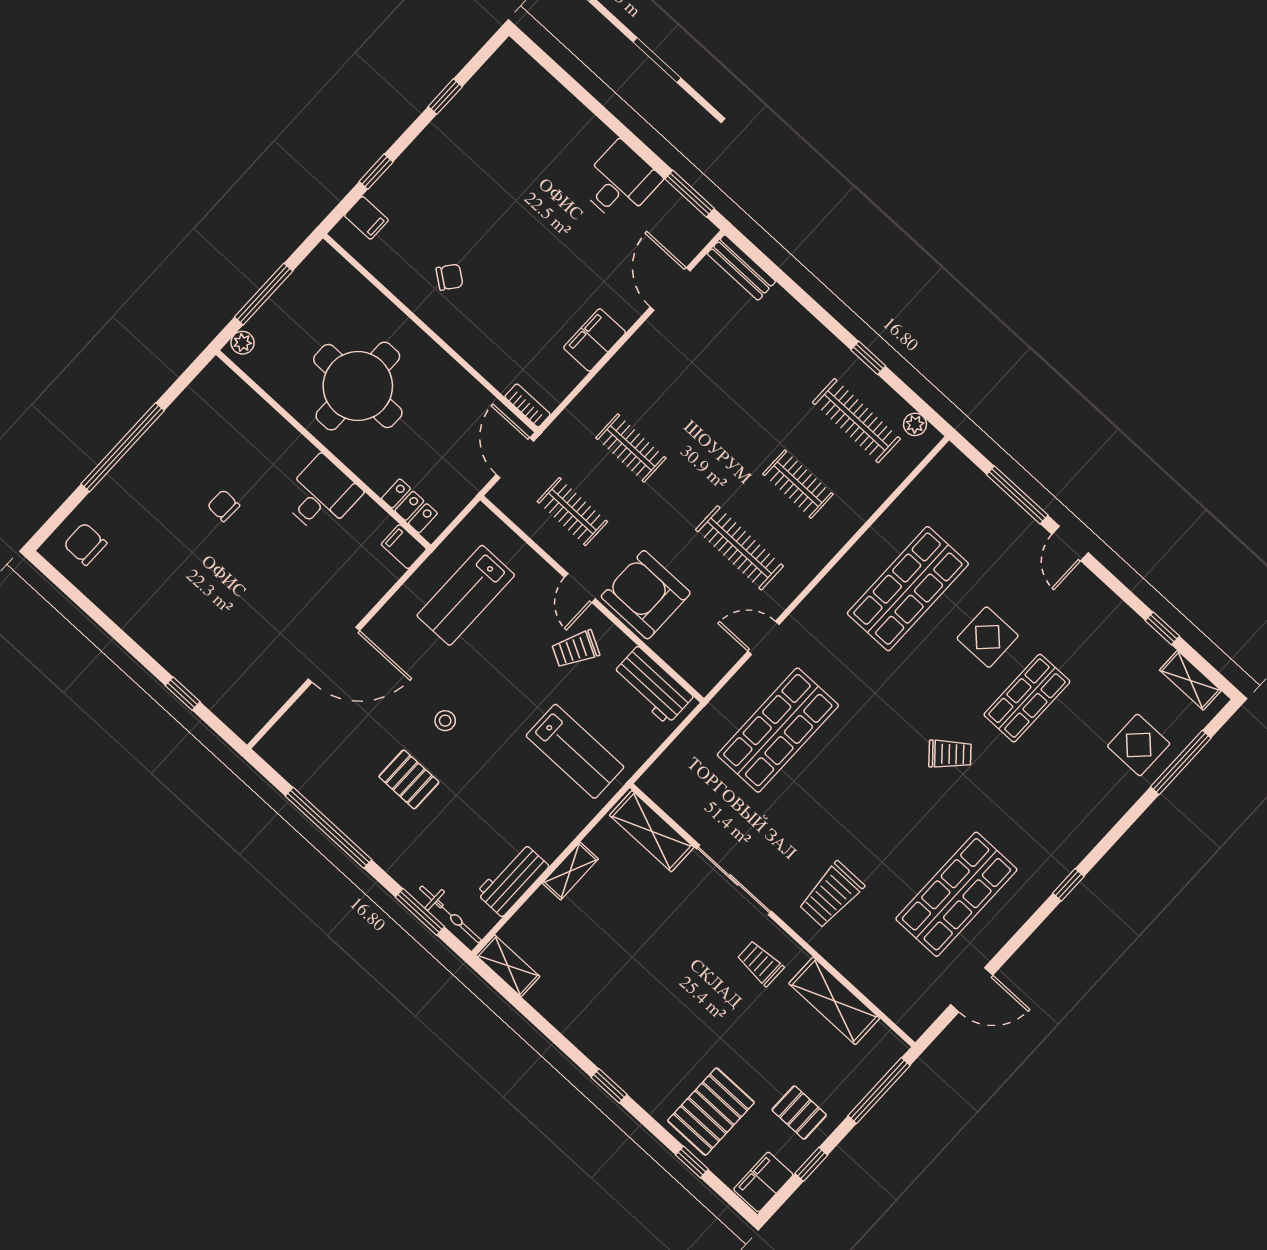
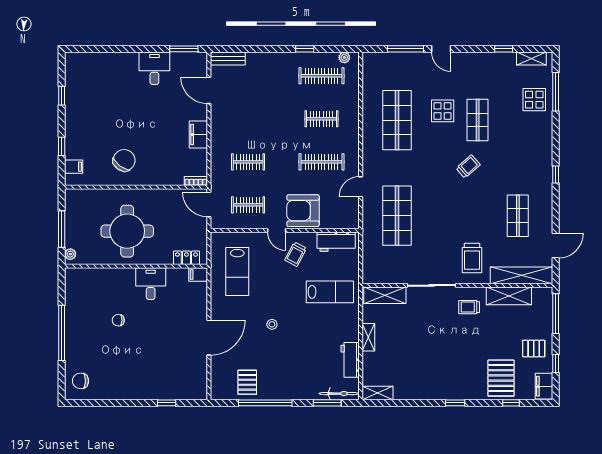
chair: (450, 277) -> (124, 160), width x1.87, depth x1.87
pallet: (409, 779) -> (247, 382), moved, turned 90
shop shelf: (956, 894) -> (518, 216), width x0.70, depth x0.74
shelving: (881, 988) -> (521, 275), added

